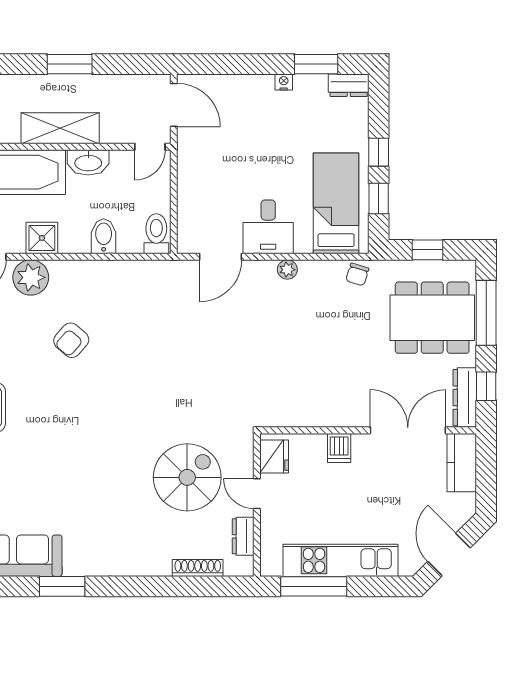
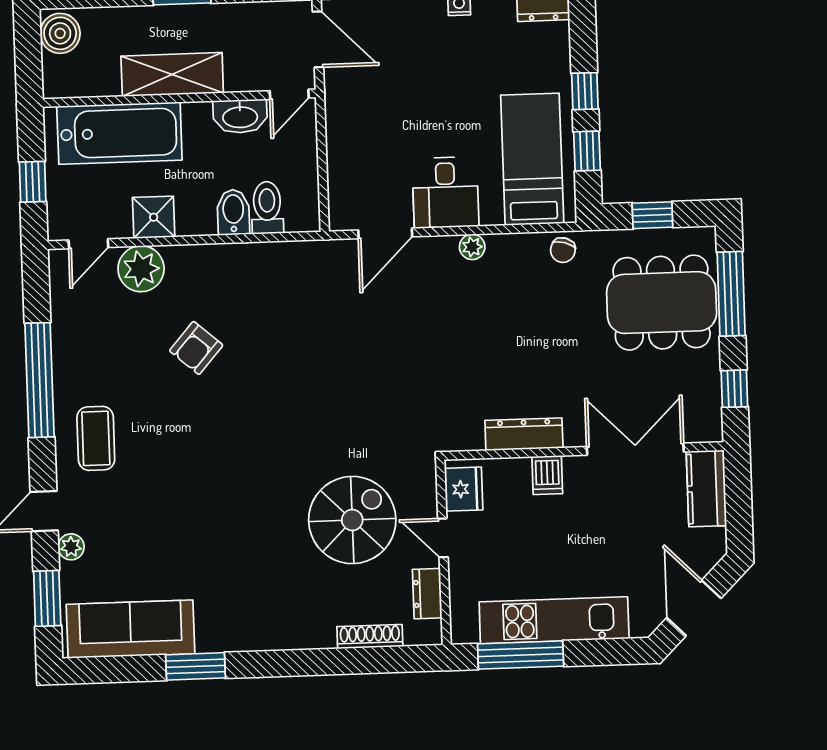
washbasin: (88, 162) -> (240, 116), moved
toilet: (156, 234) -> (267, 208), moved
dresser: (465, 398) -> (524, 434), moved, turned 90

